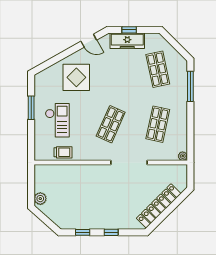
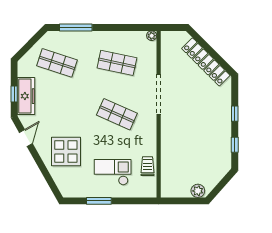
shop shelf: (158, 69) -> (57, 63), turned 30

